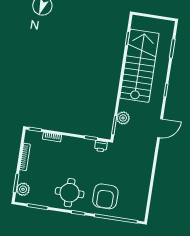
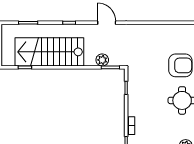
printer: (101, 146) -> (133, 77), removed

